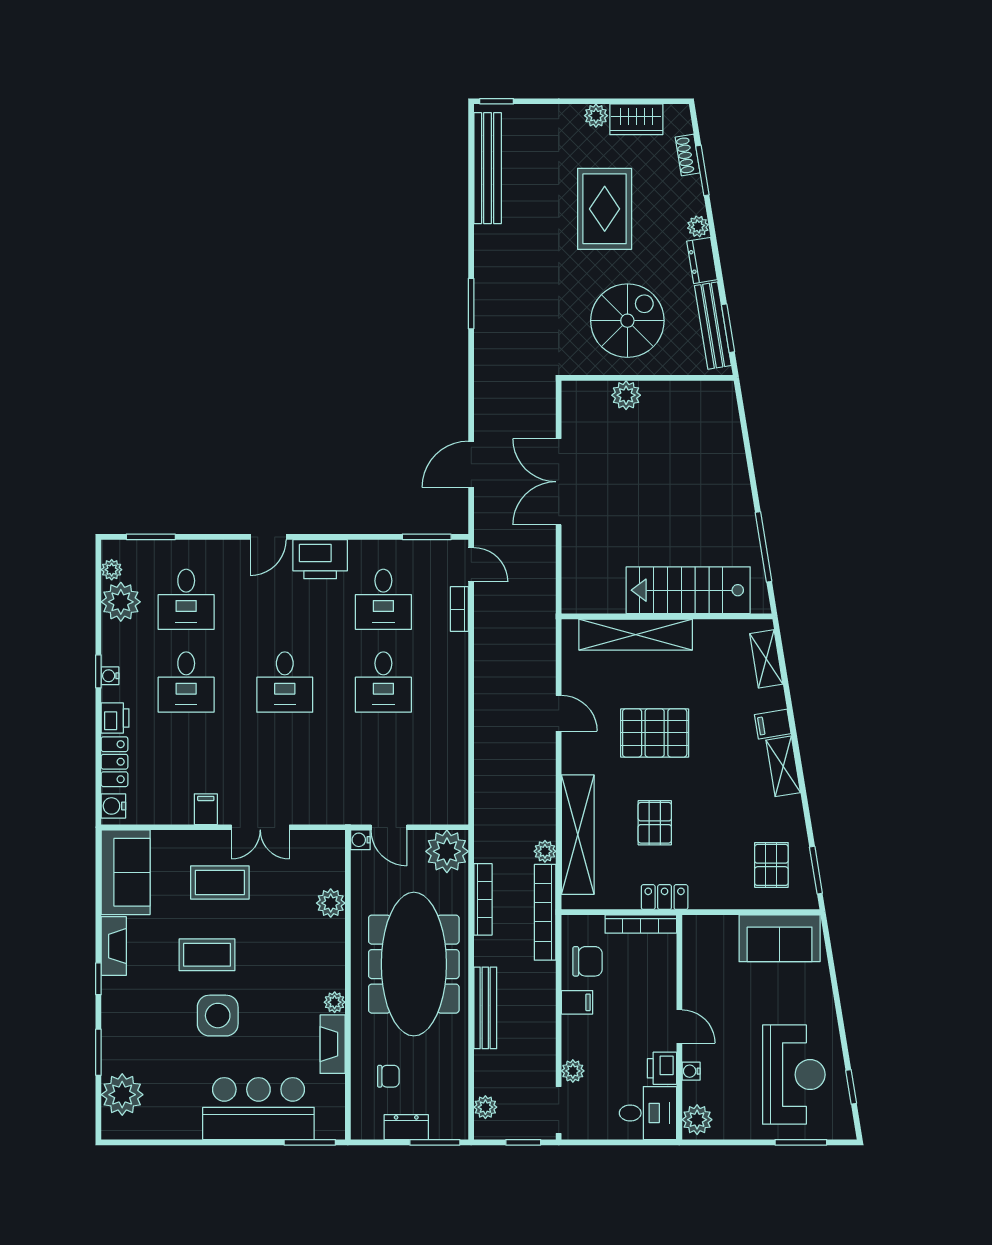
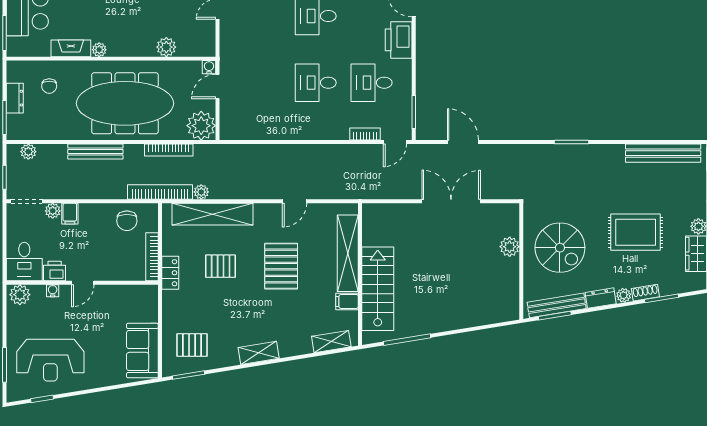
shoe rack: (688, 155) -> (645, 293), moved
filing cabinet: (773, 724) -> (347, 301), moved, turned -81
filing cabinet: (577, 1002) -> (70, 214), moved

